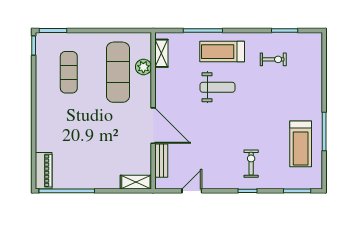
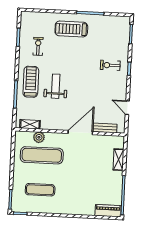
treadmill: (222, 52) -> (31, 82), turned 180
treadmill: (301, 144) -> (71, 29), moved, turned 180
shelving: (136, 182) -> (119, 160), moved

